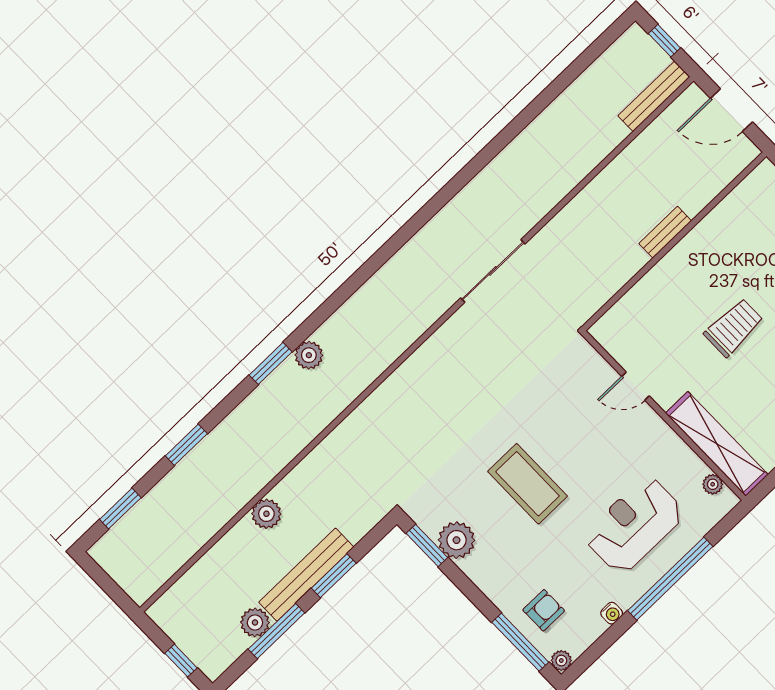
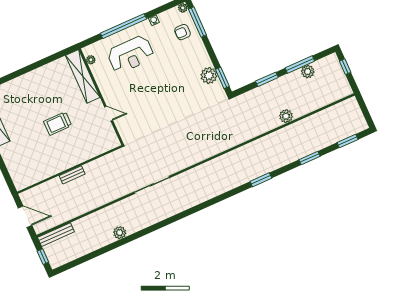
plant: (309, 355) -> (120, 233), moved
coffee table: (528, 484) -> (170, 89), removed
bench: (306, 575) -> (278, 84), removed

